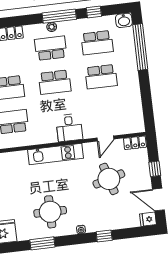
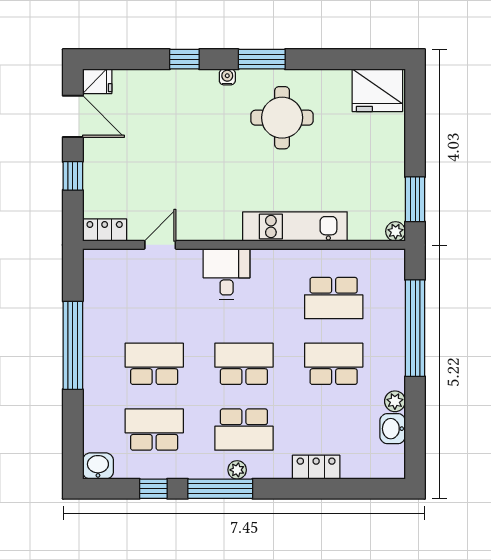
window: (140, 47) -> (73, 345), moved
kitchen unit: (55, 154) -> (295, 227), moved
round table: (109, 179) -> (163, 167), removed
window: (42, 243) -> (262, 59), moved

